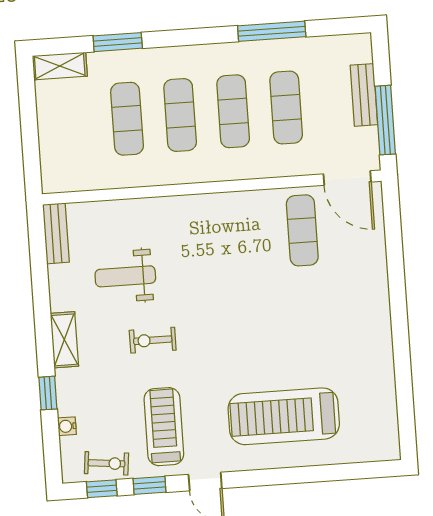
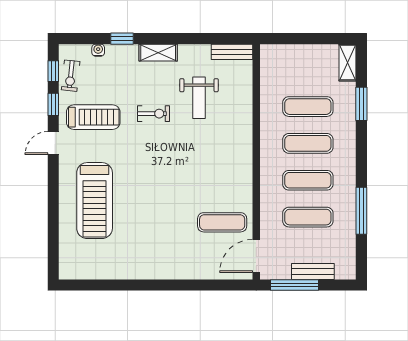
weight bench: (125, 276) -> (199, 98), turned 180
exercise bike: (153, 340) -> (154, 114), turned 90
treadmill: (284, 416) -> (95, 201), turned 180

